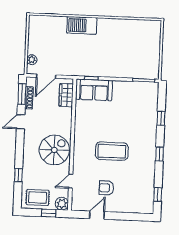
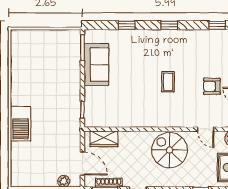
sofa: (94, 90) -> (96, 65), moved
coffee table: (112, 151) -> (168, 82), width x0.54, depth x0.58
armchair: (106, 188) -> (212, 86), turned 90

